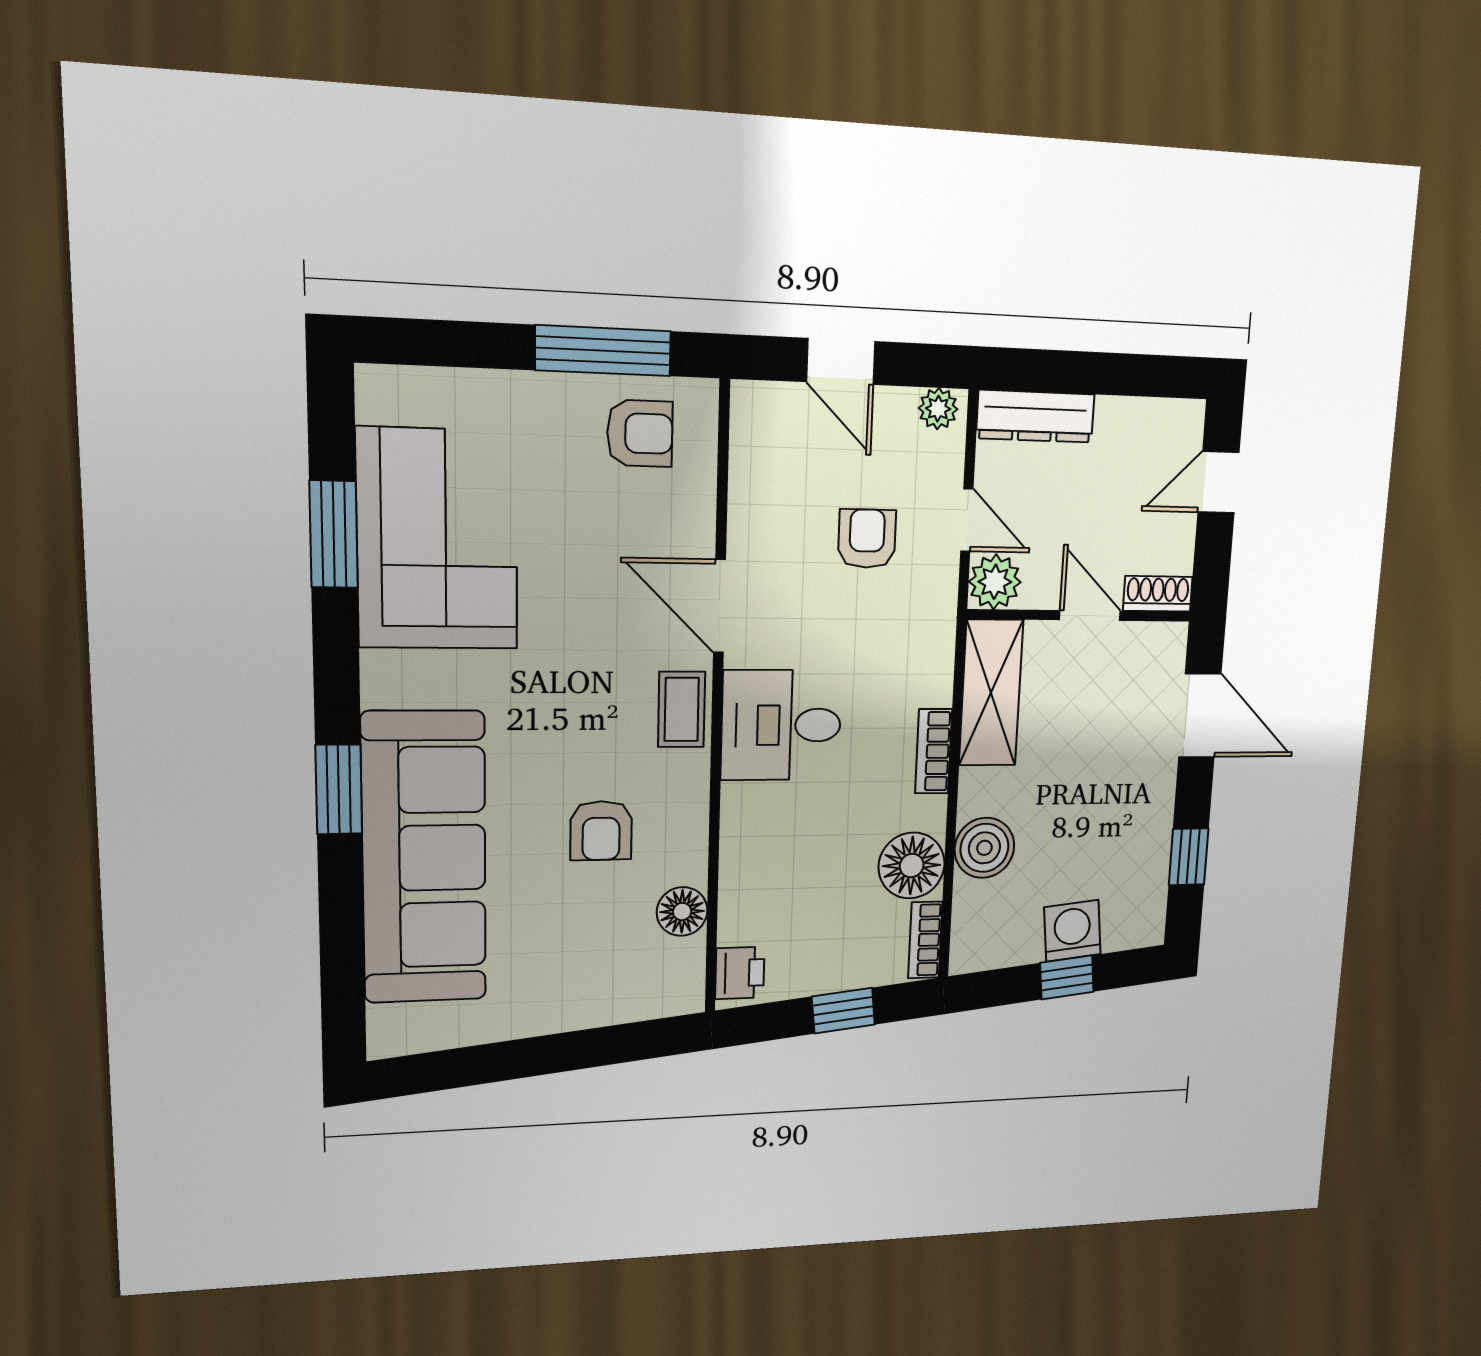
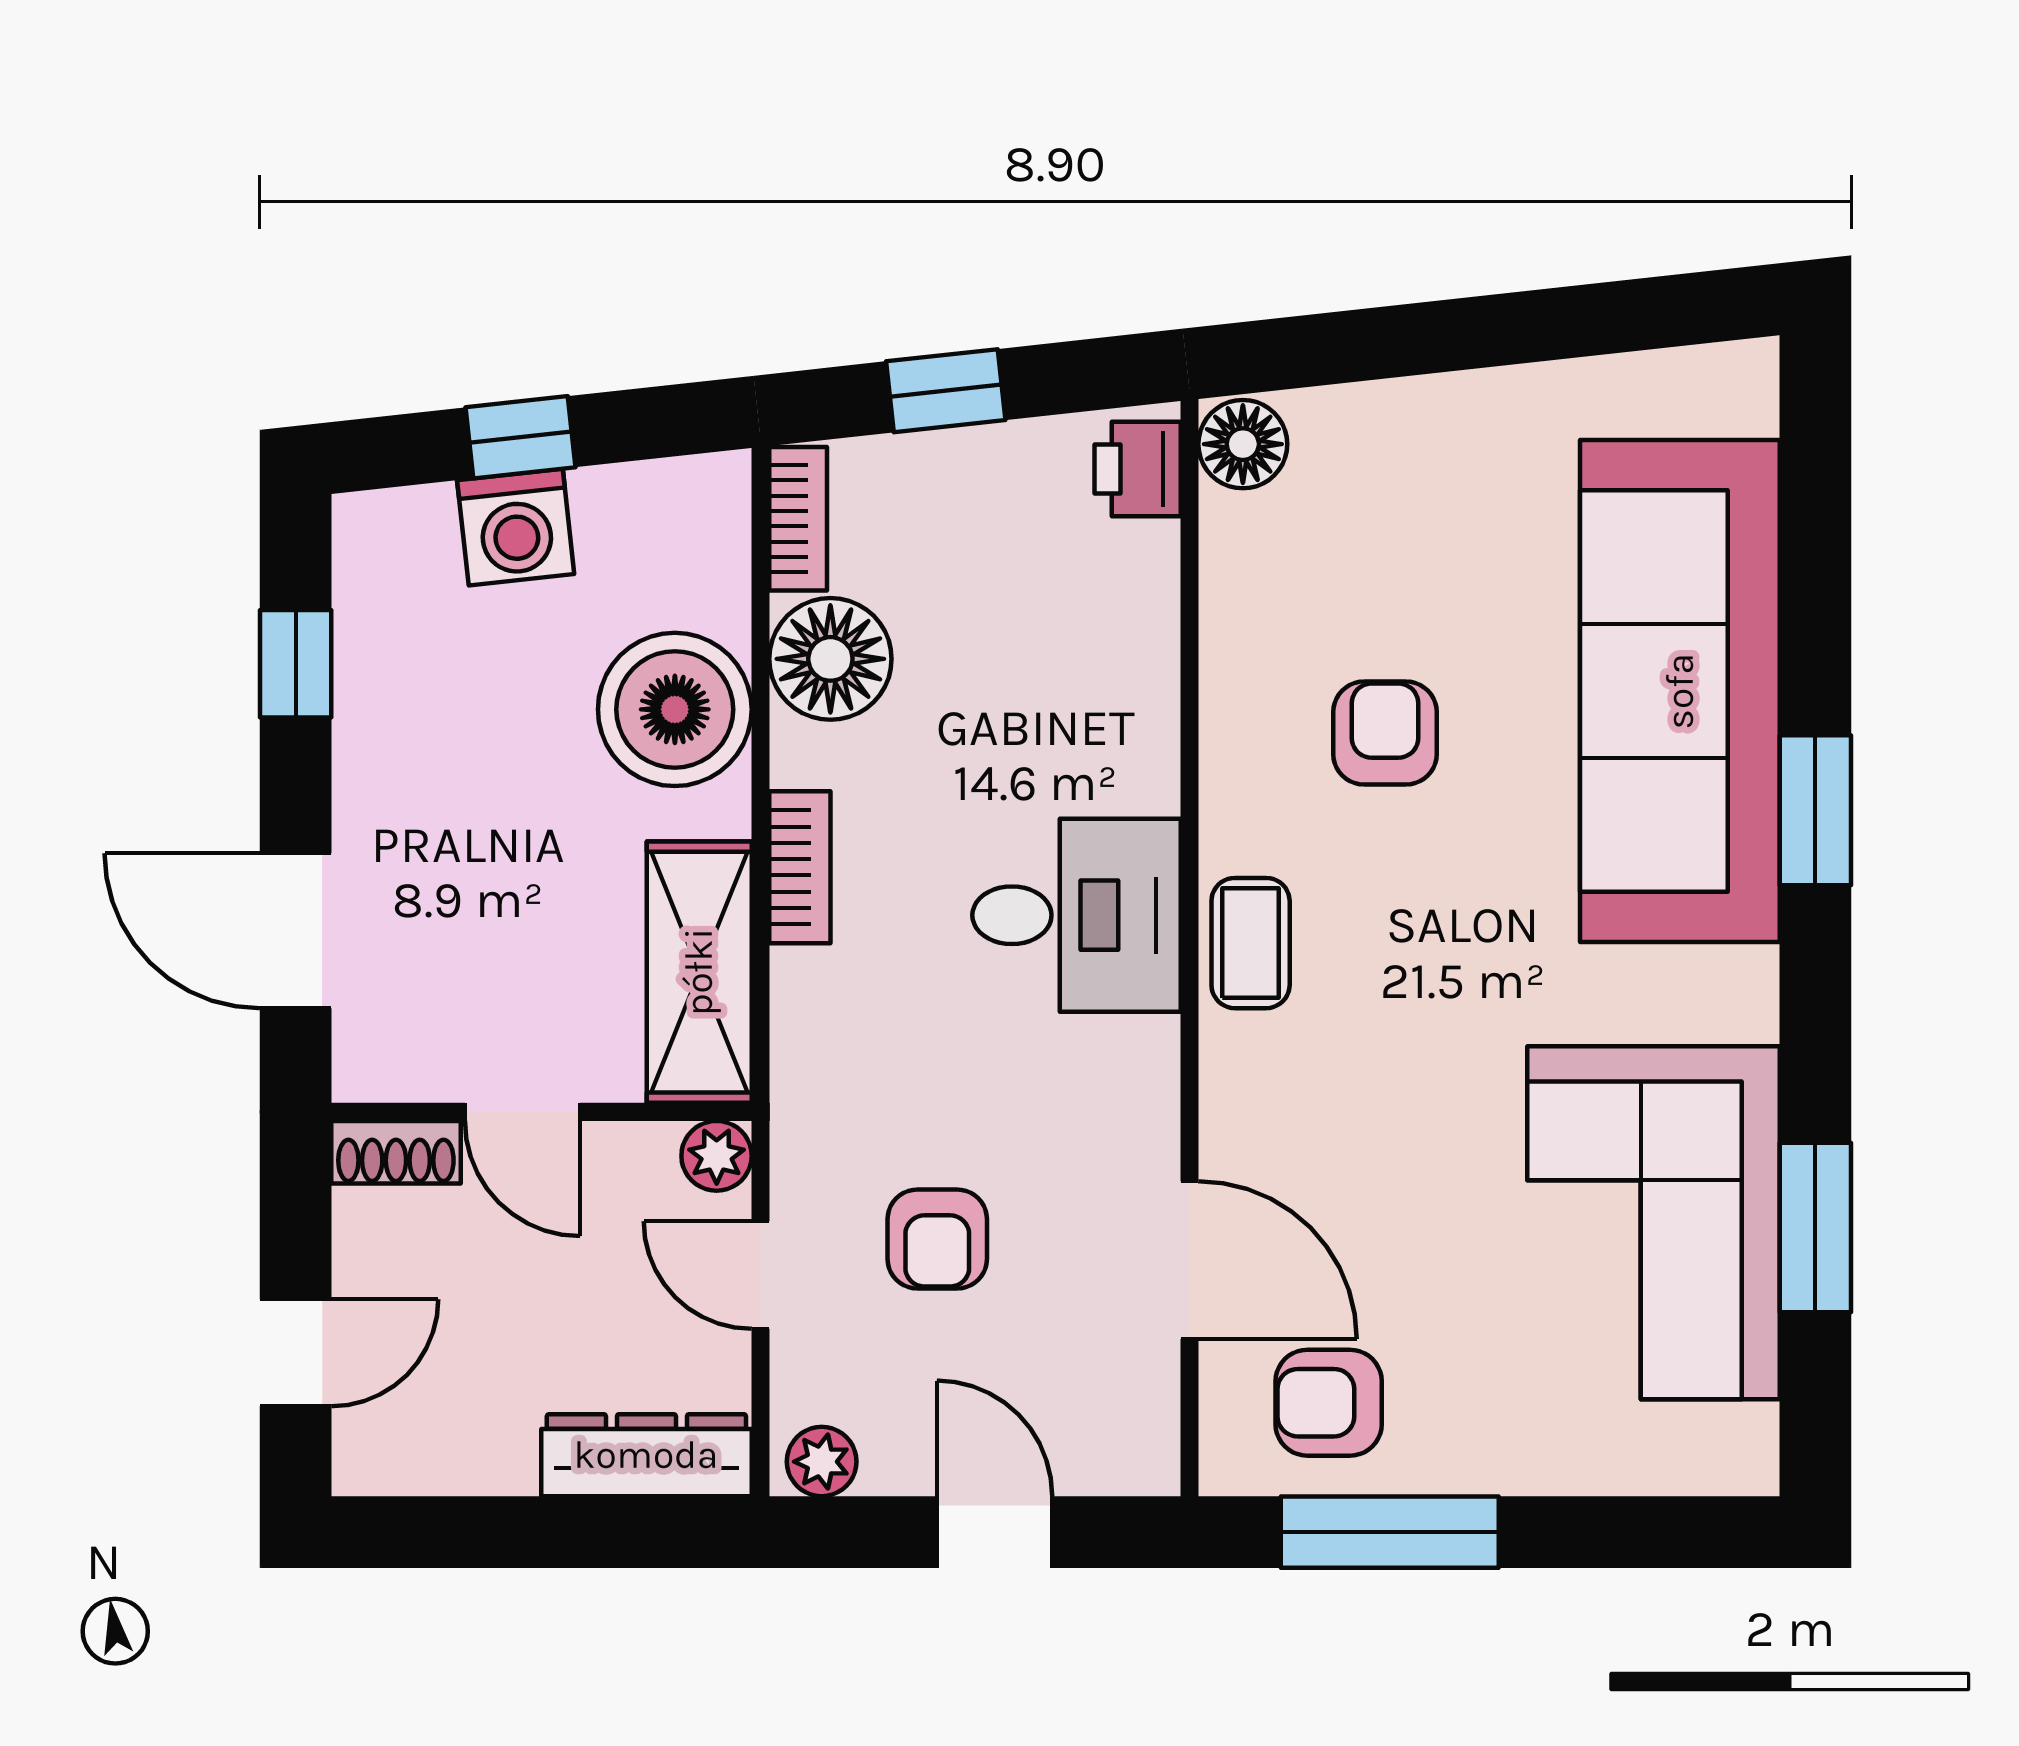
plant: (995, 582) -> (717, 1156), width x0.73, depth x0.73
door: (719, 606) -> (1190, 1260), moved
boiler: (984, 848) -> (675, 709), width x1.37, depth x1.37
floor lamp: (682, 912) -> (1243, 444), moved

